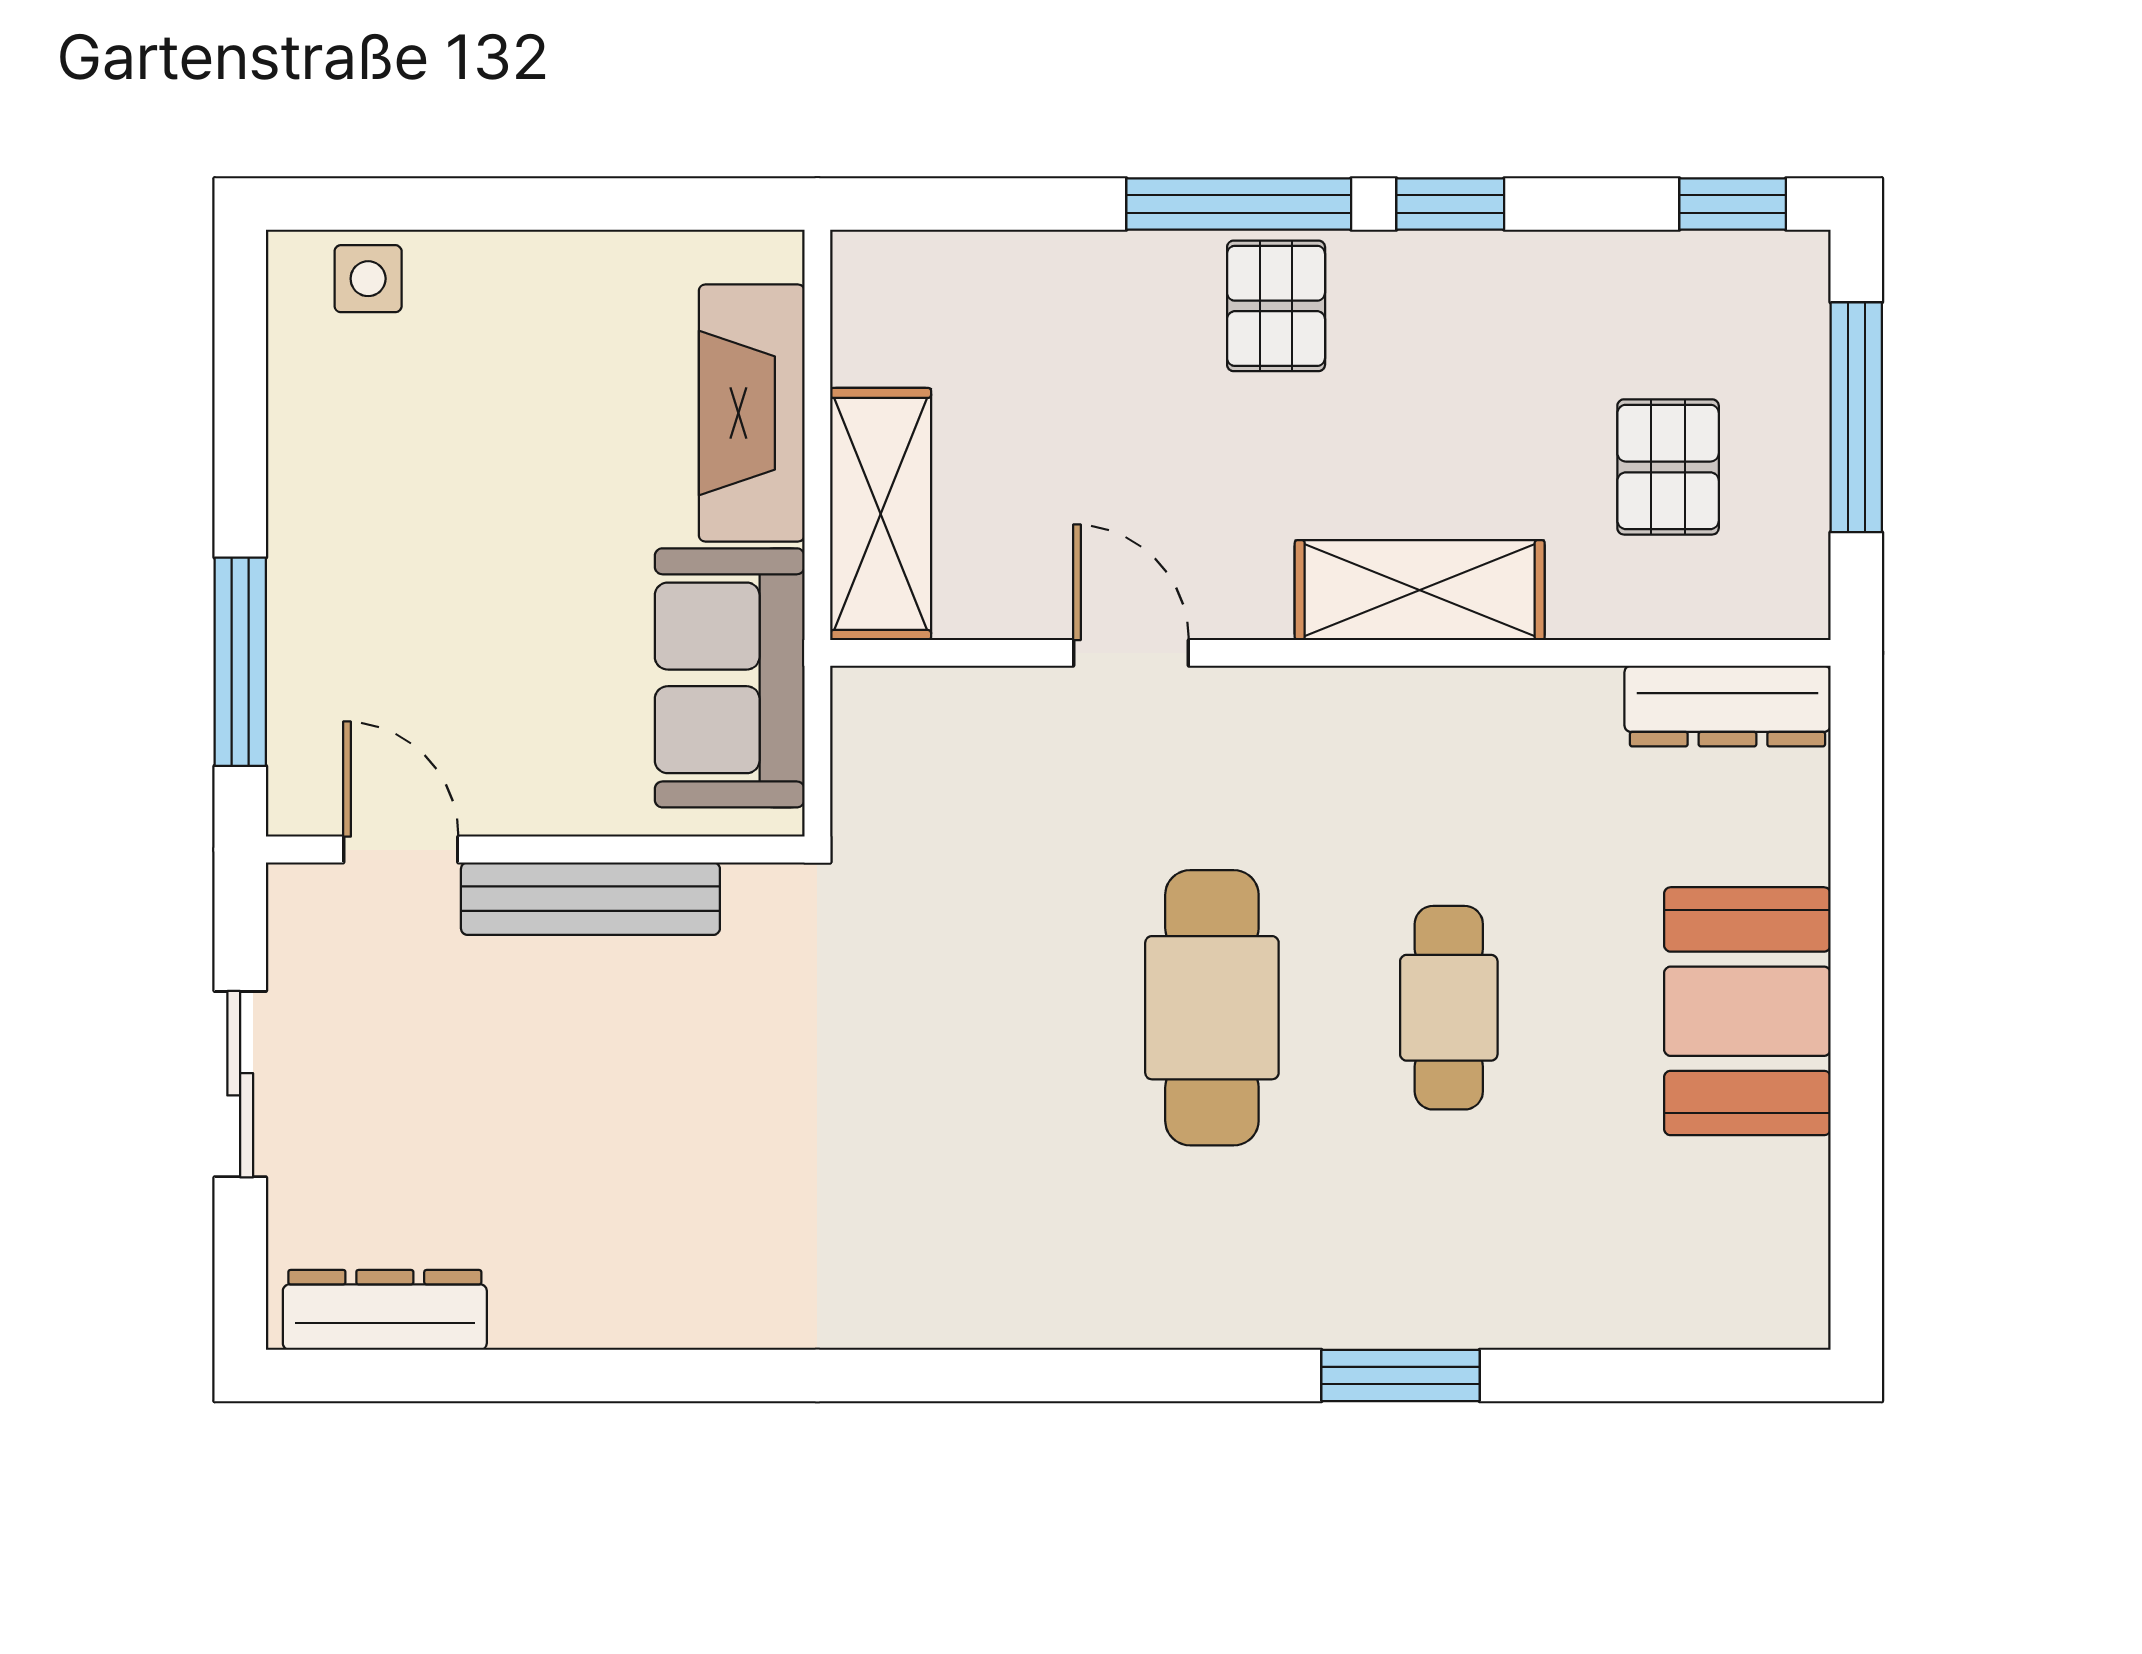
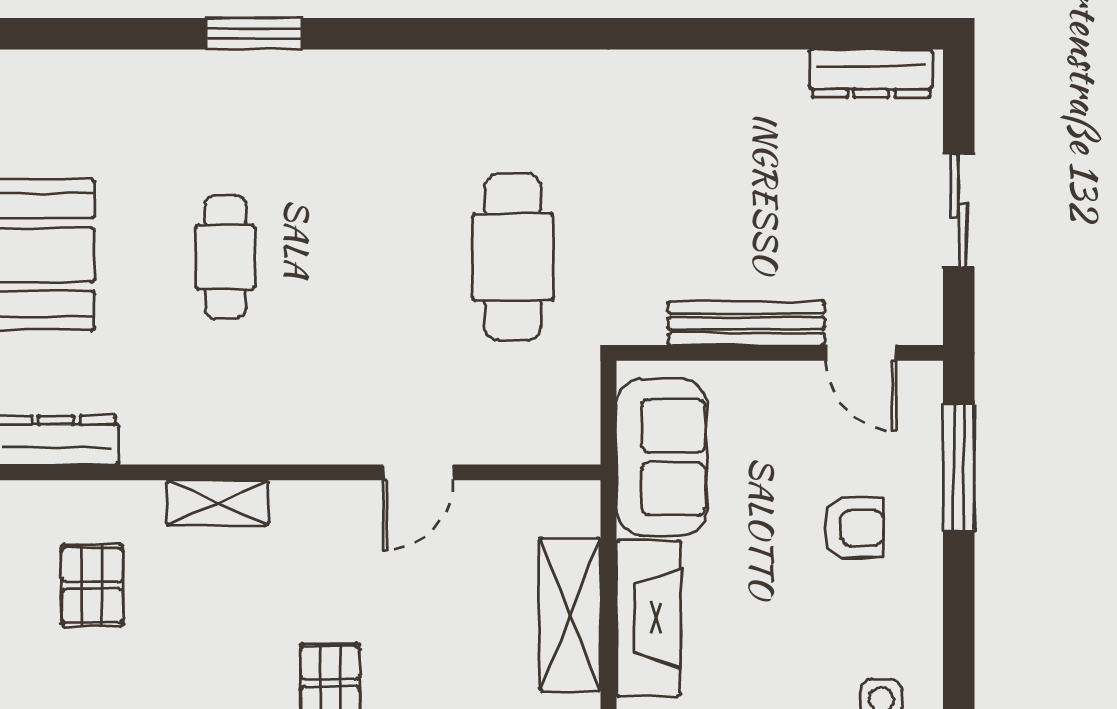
shelving: (881, 514) -> (570, 614), moved
armchair: (413, 562) -> (854, 528), added
shelving: (1420, 590) -> (218, 503), width x0.67, depth x0.75
door: (1131, 653) -> (418, 472), hinge flipped
cafe table: (1212, 1008) -> (513, 257), moved

